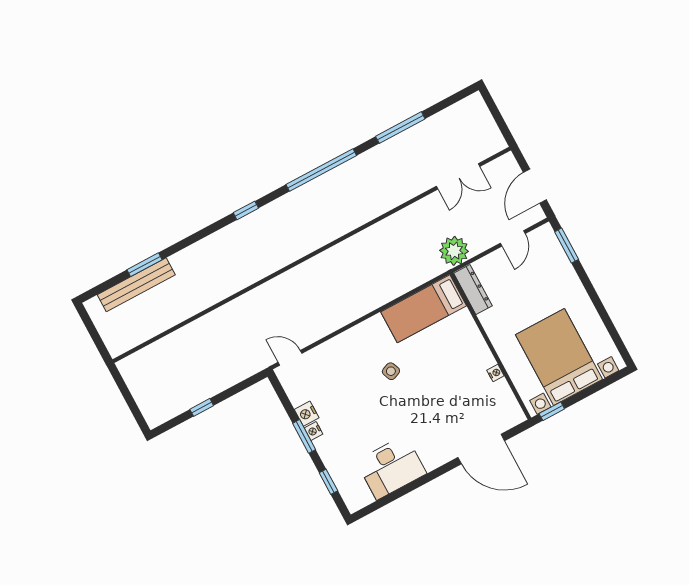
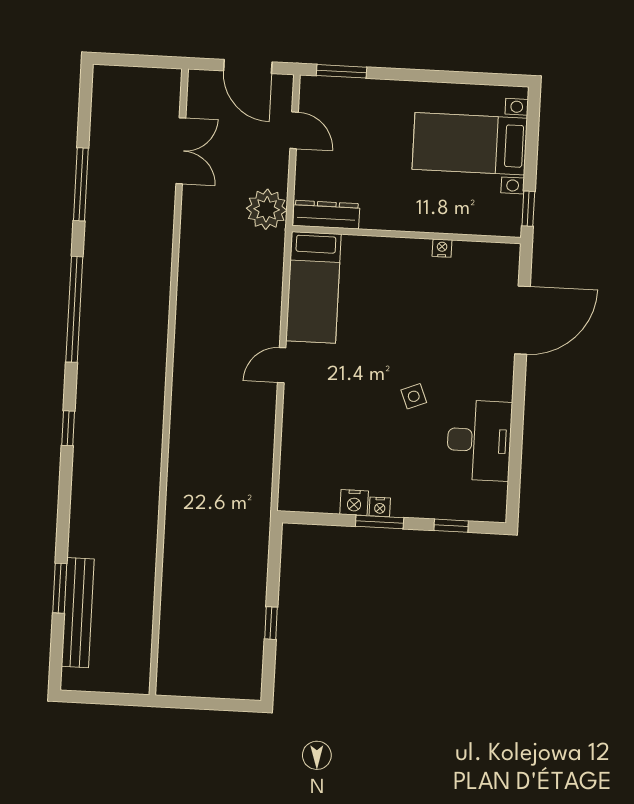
bed with nightstands: (559, 357) -> (470, 144), width x0.73
door: (290, 358) -> (282, 365), moved
side table: (391, 371) -> (414, 396), moved

